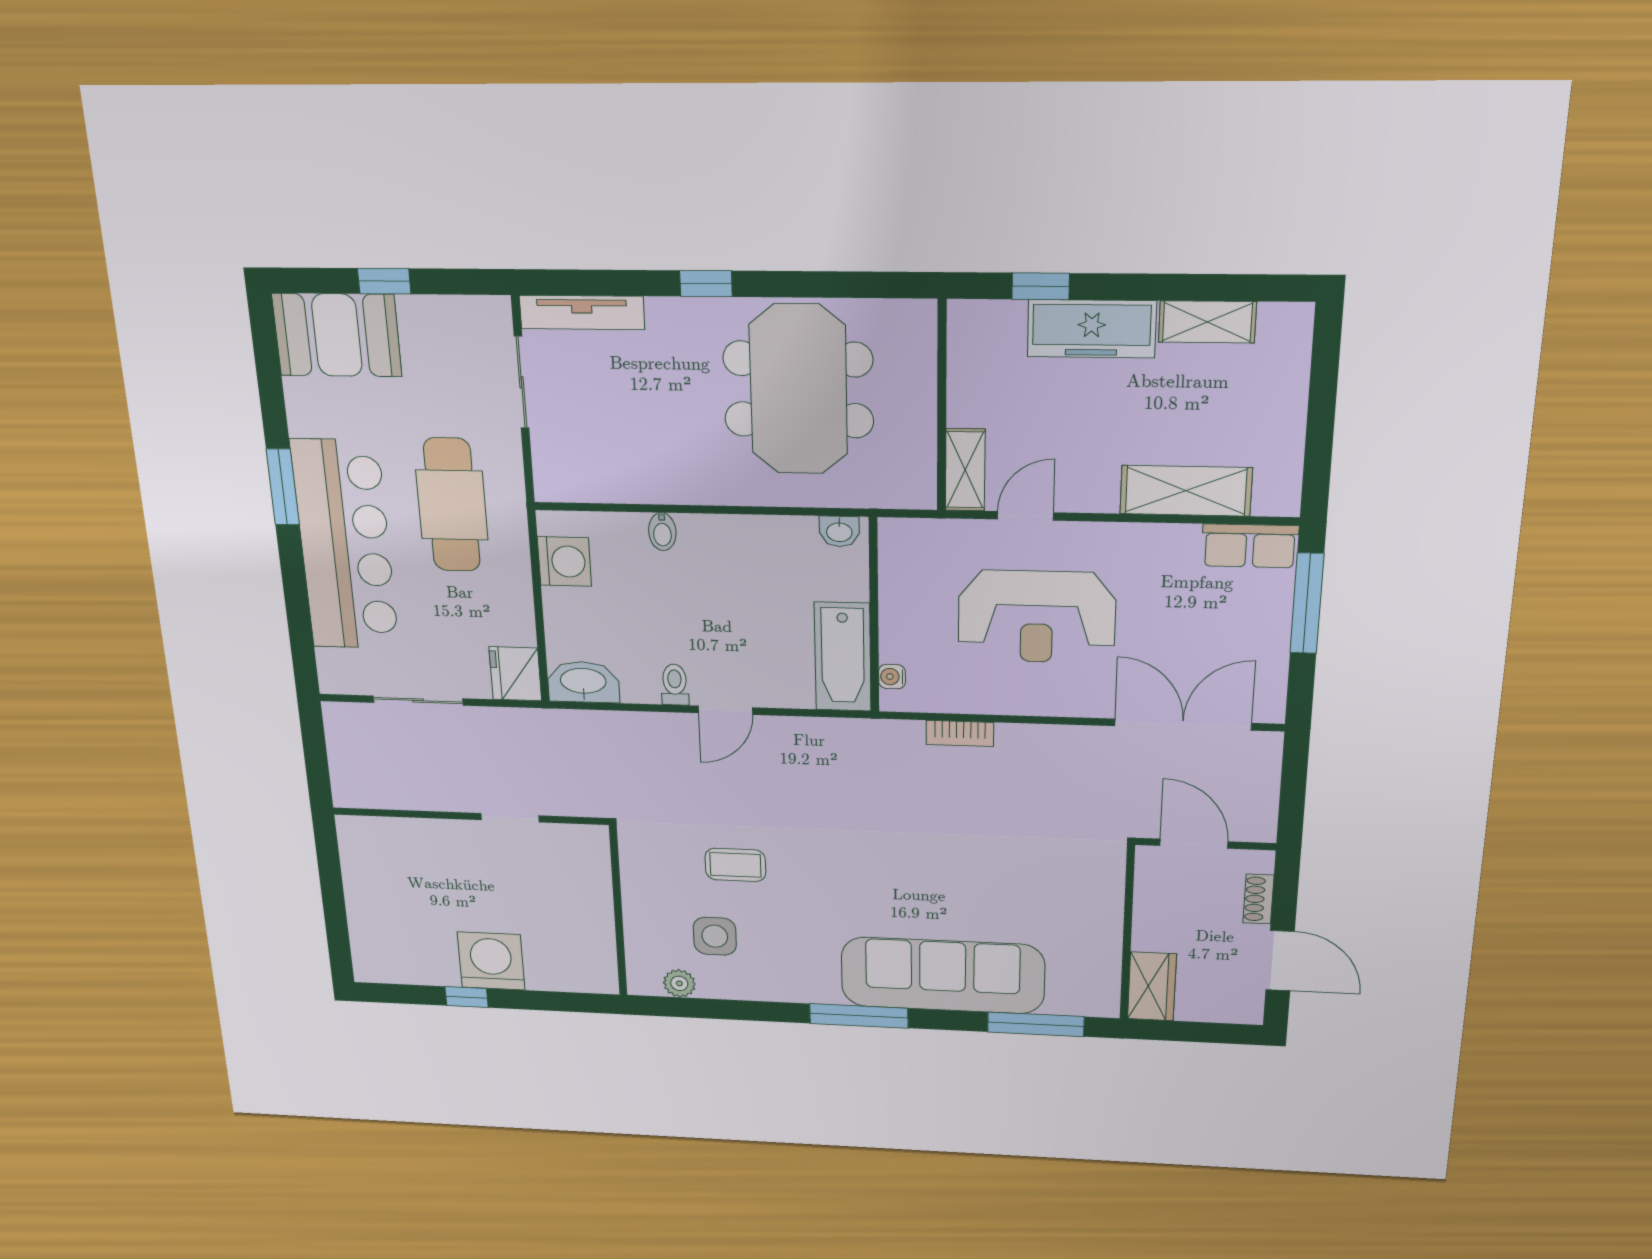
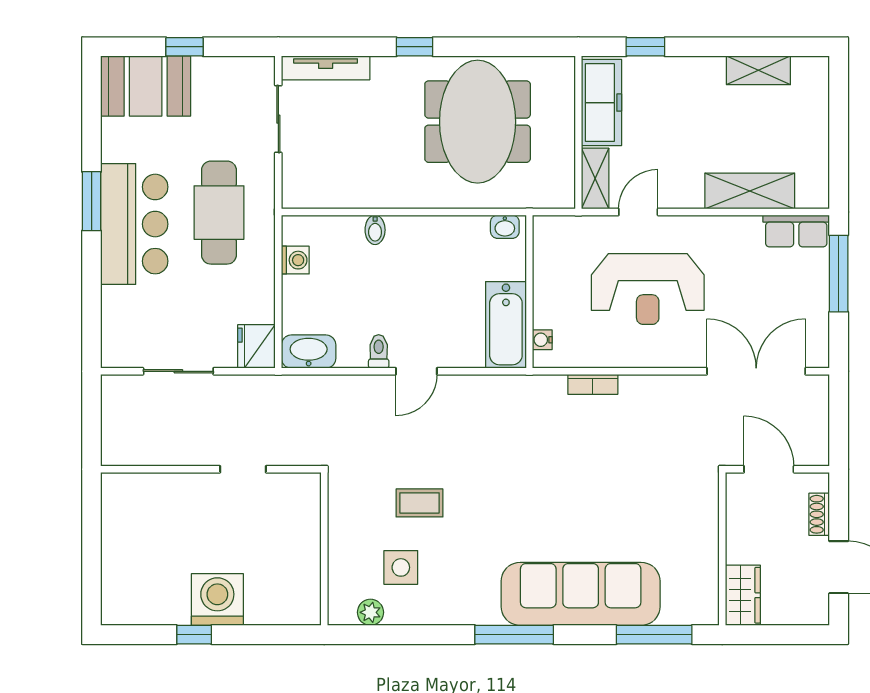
freezer: (1092, 329) -> (602, 103), moved, turned -90
bar counter: (345, 545) -> (134, 224), width x0.73
washing machine: (564, 561) -> (295, 260), width x0.73, depth x0.73

